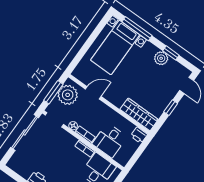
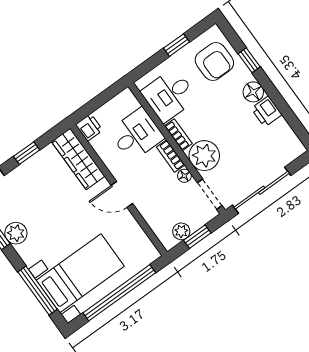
window: (88, 44) -> (119, 293), added
window: (53, 92) -> (197, 237), width x0.67
door: (93, 93) -> (122, 194), moved
plant: (68, 95) -> (181, 231), width x0.53, depth x0.53
plant: (65, 141) -> (204, 156), added

